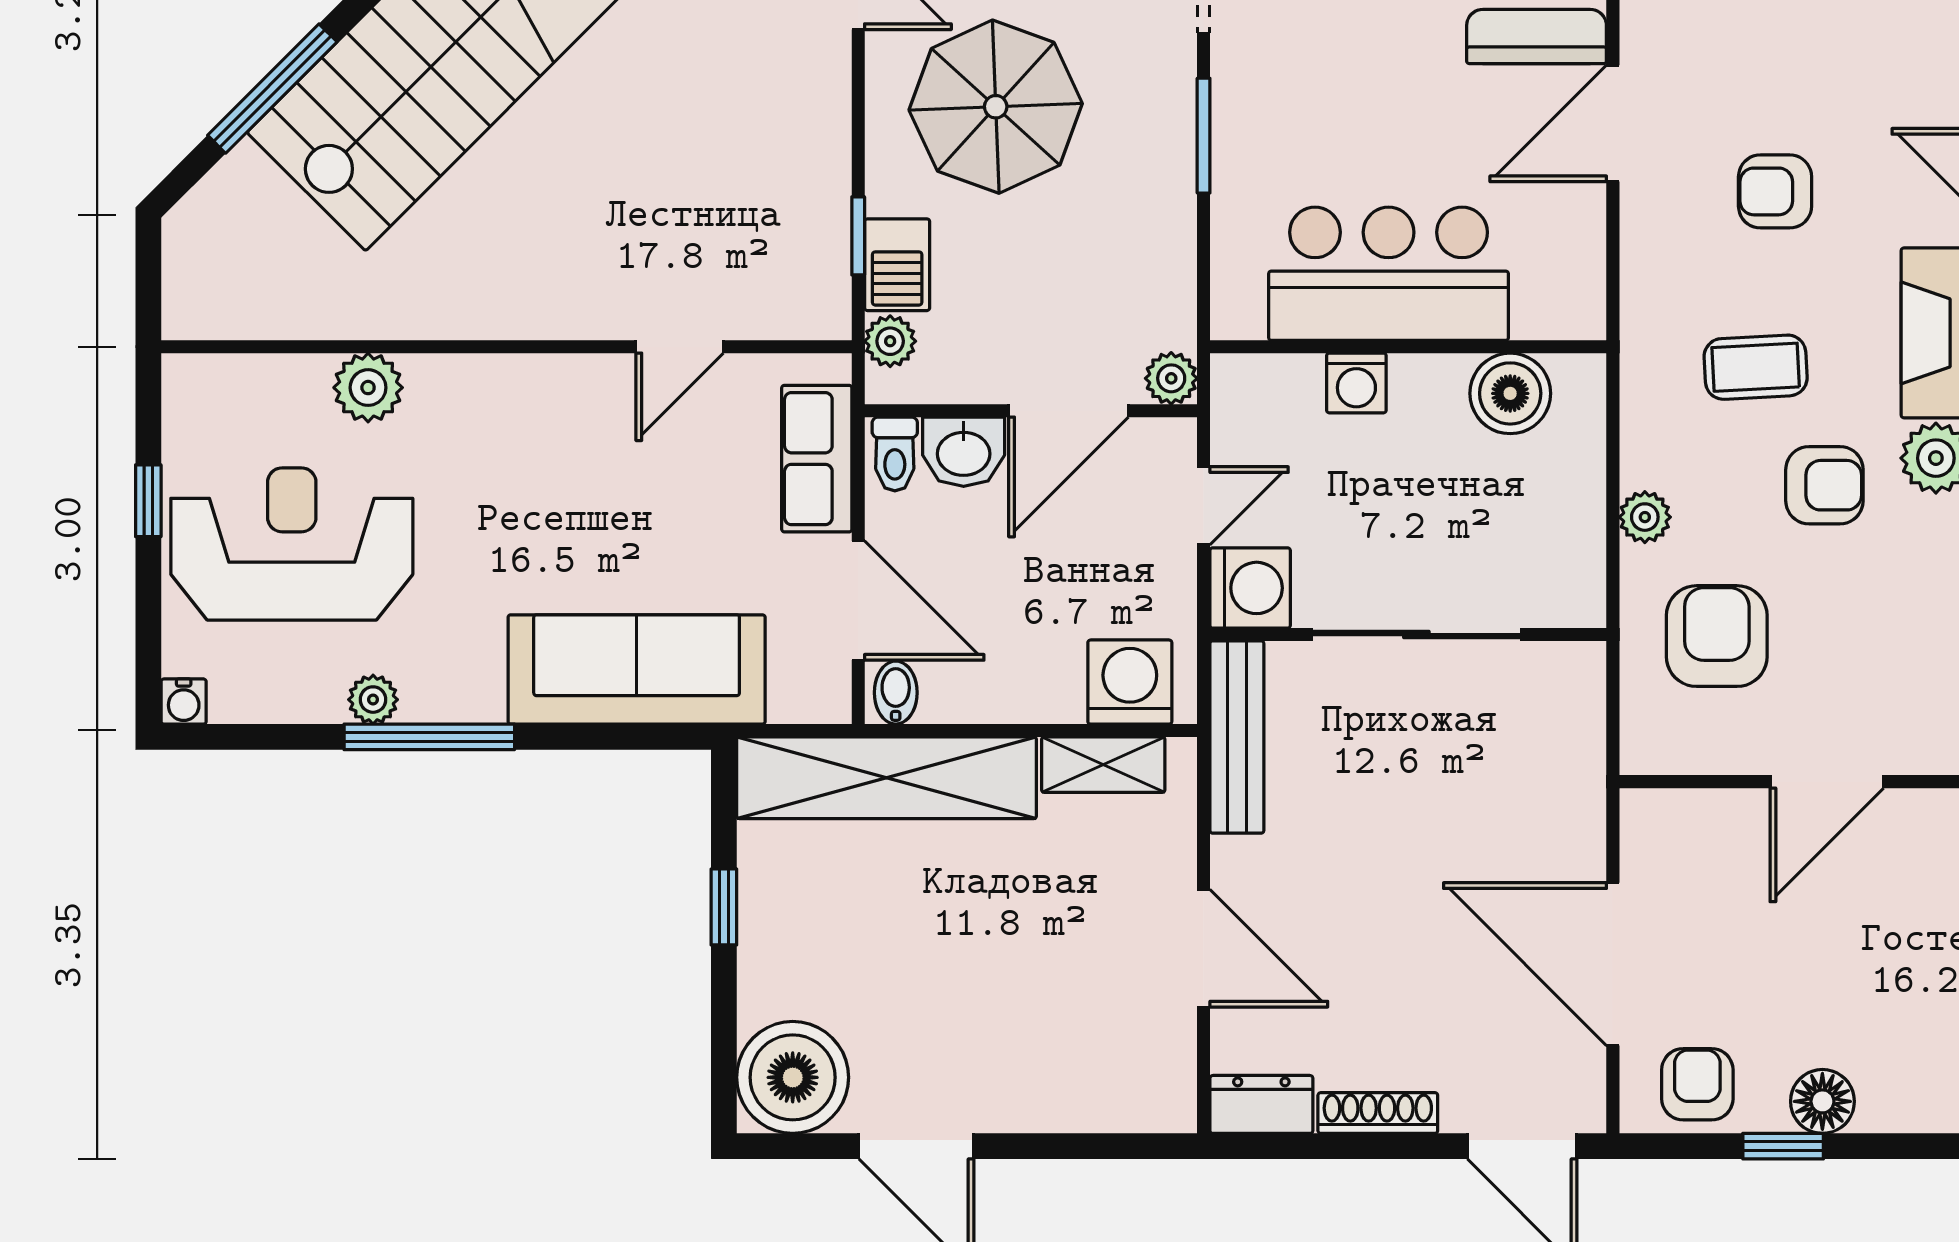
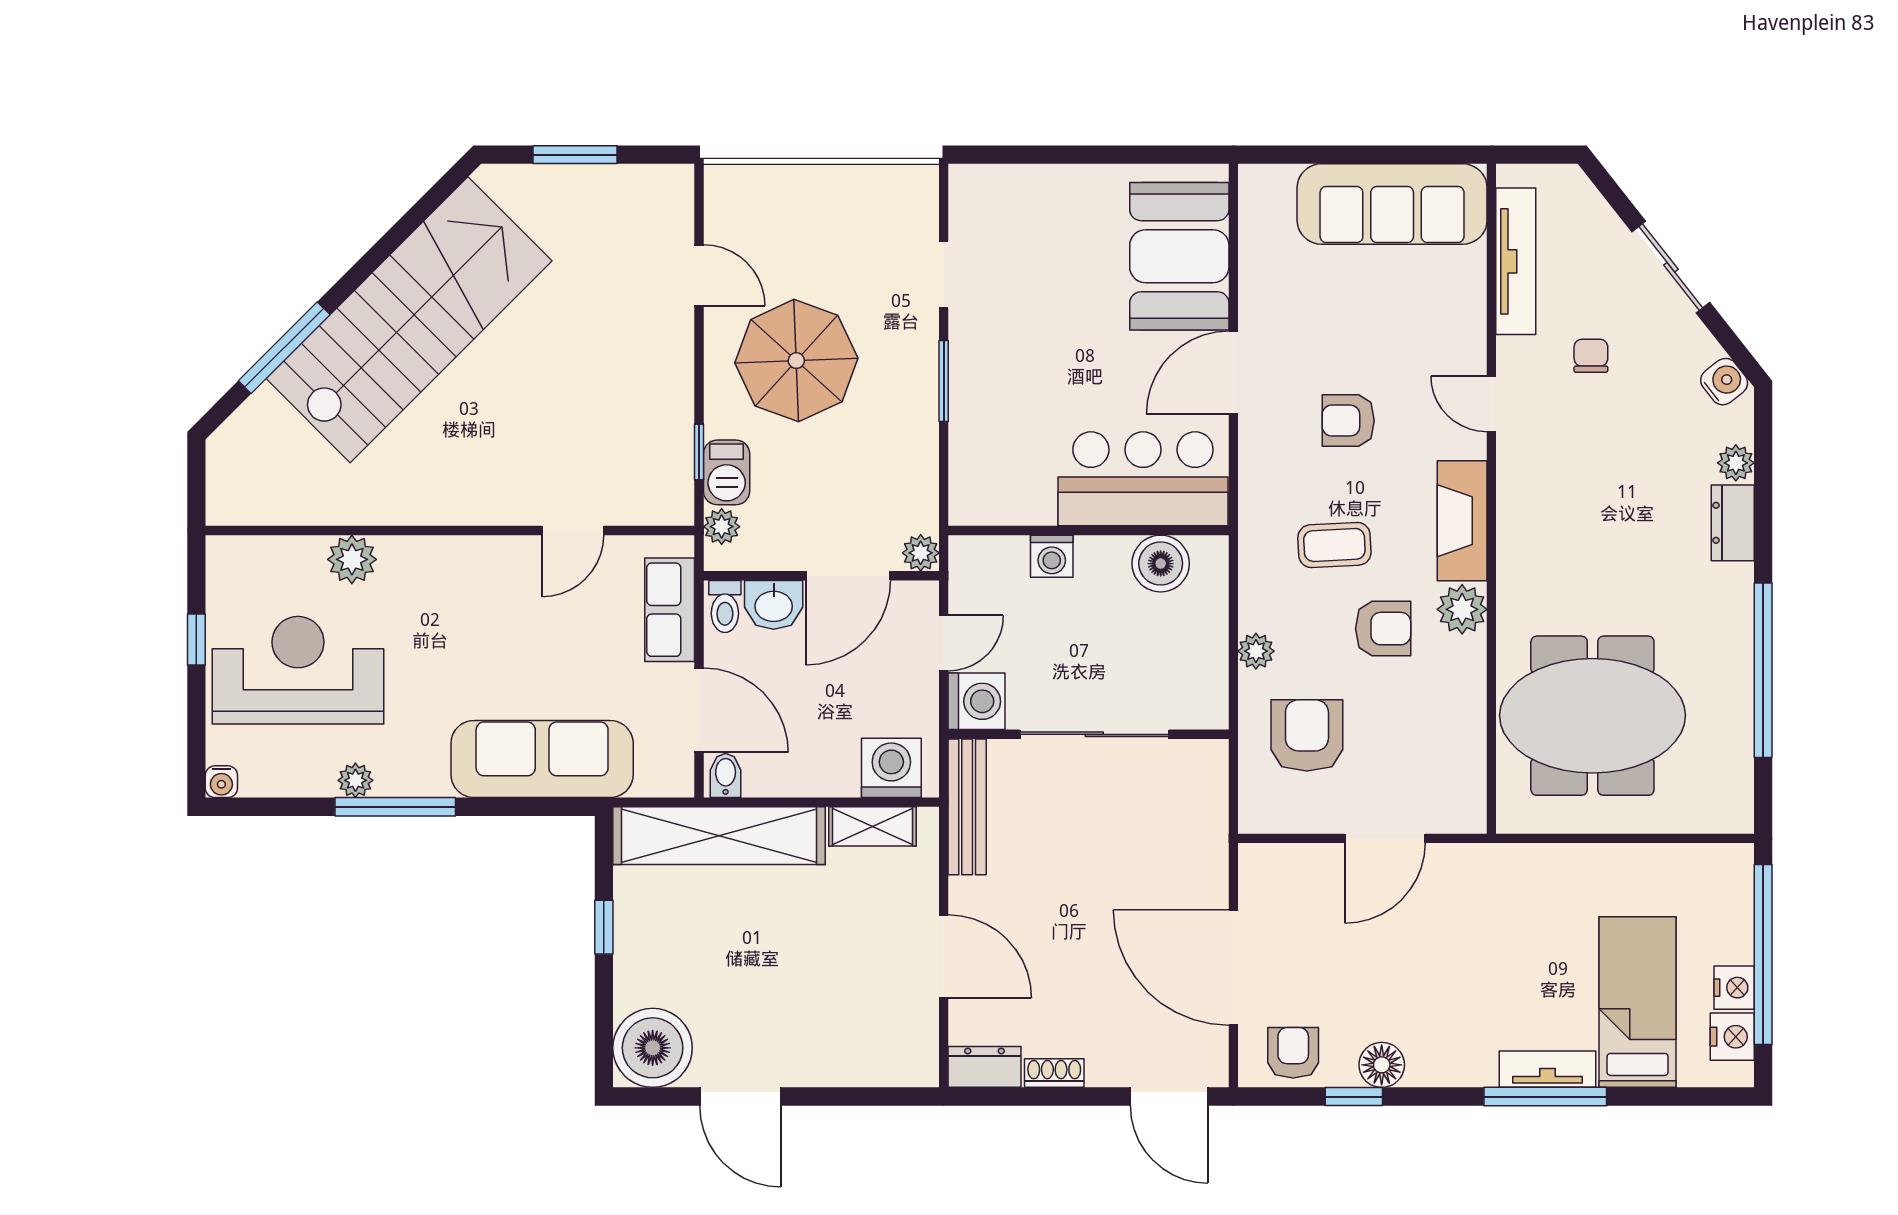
bar counter: (1389, 274) -> (1143, 479), moved
shoe rack: (1378, 1113) -> (1054, 1073), width x0.70

